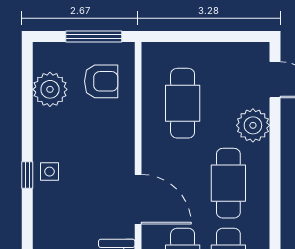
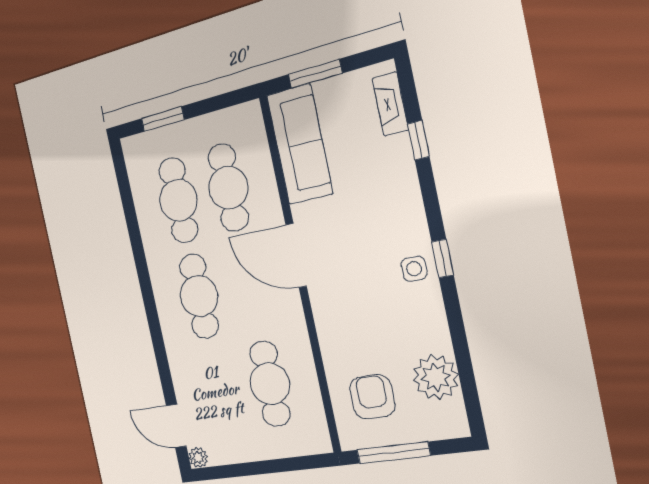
armchair: (101, 81) -> (372, 397), turned 90
plant: (253, 125) -> (198, 458), moved, width x0.53, depth x0.53

